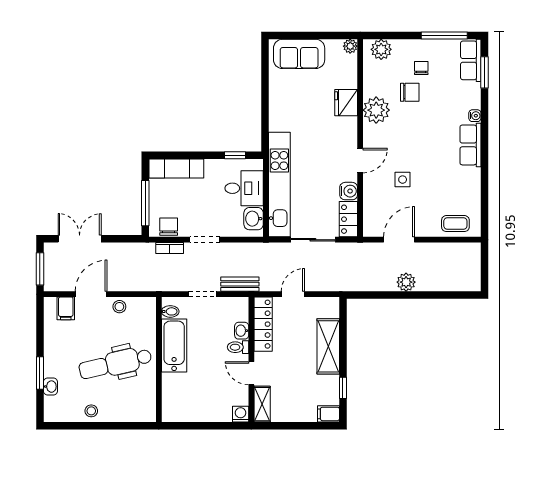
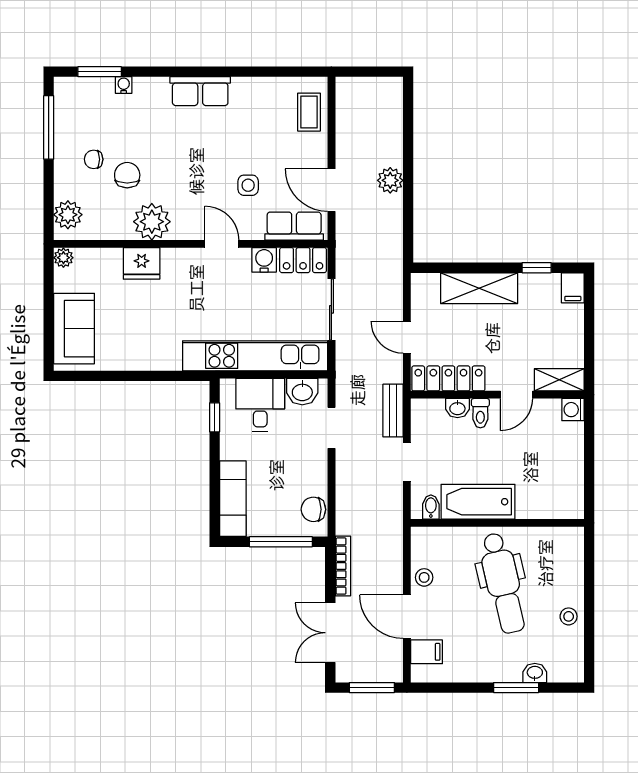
row of seats: (471, 60) -> (294, 226), moved, turned 180
water cooler: (475, 116) -> (124, 85), moved
doorway: (205, 240) -> (331, 428), moved
bookcase: (170, 248) -> (343, 566), moved, width x1.56

